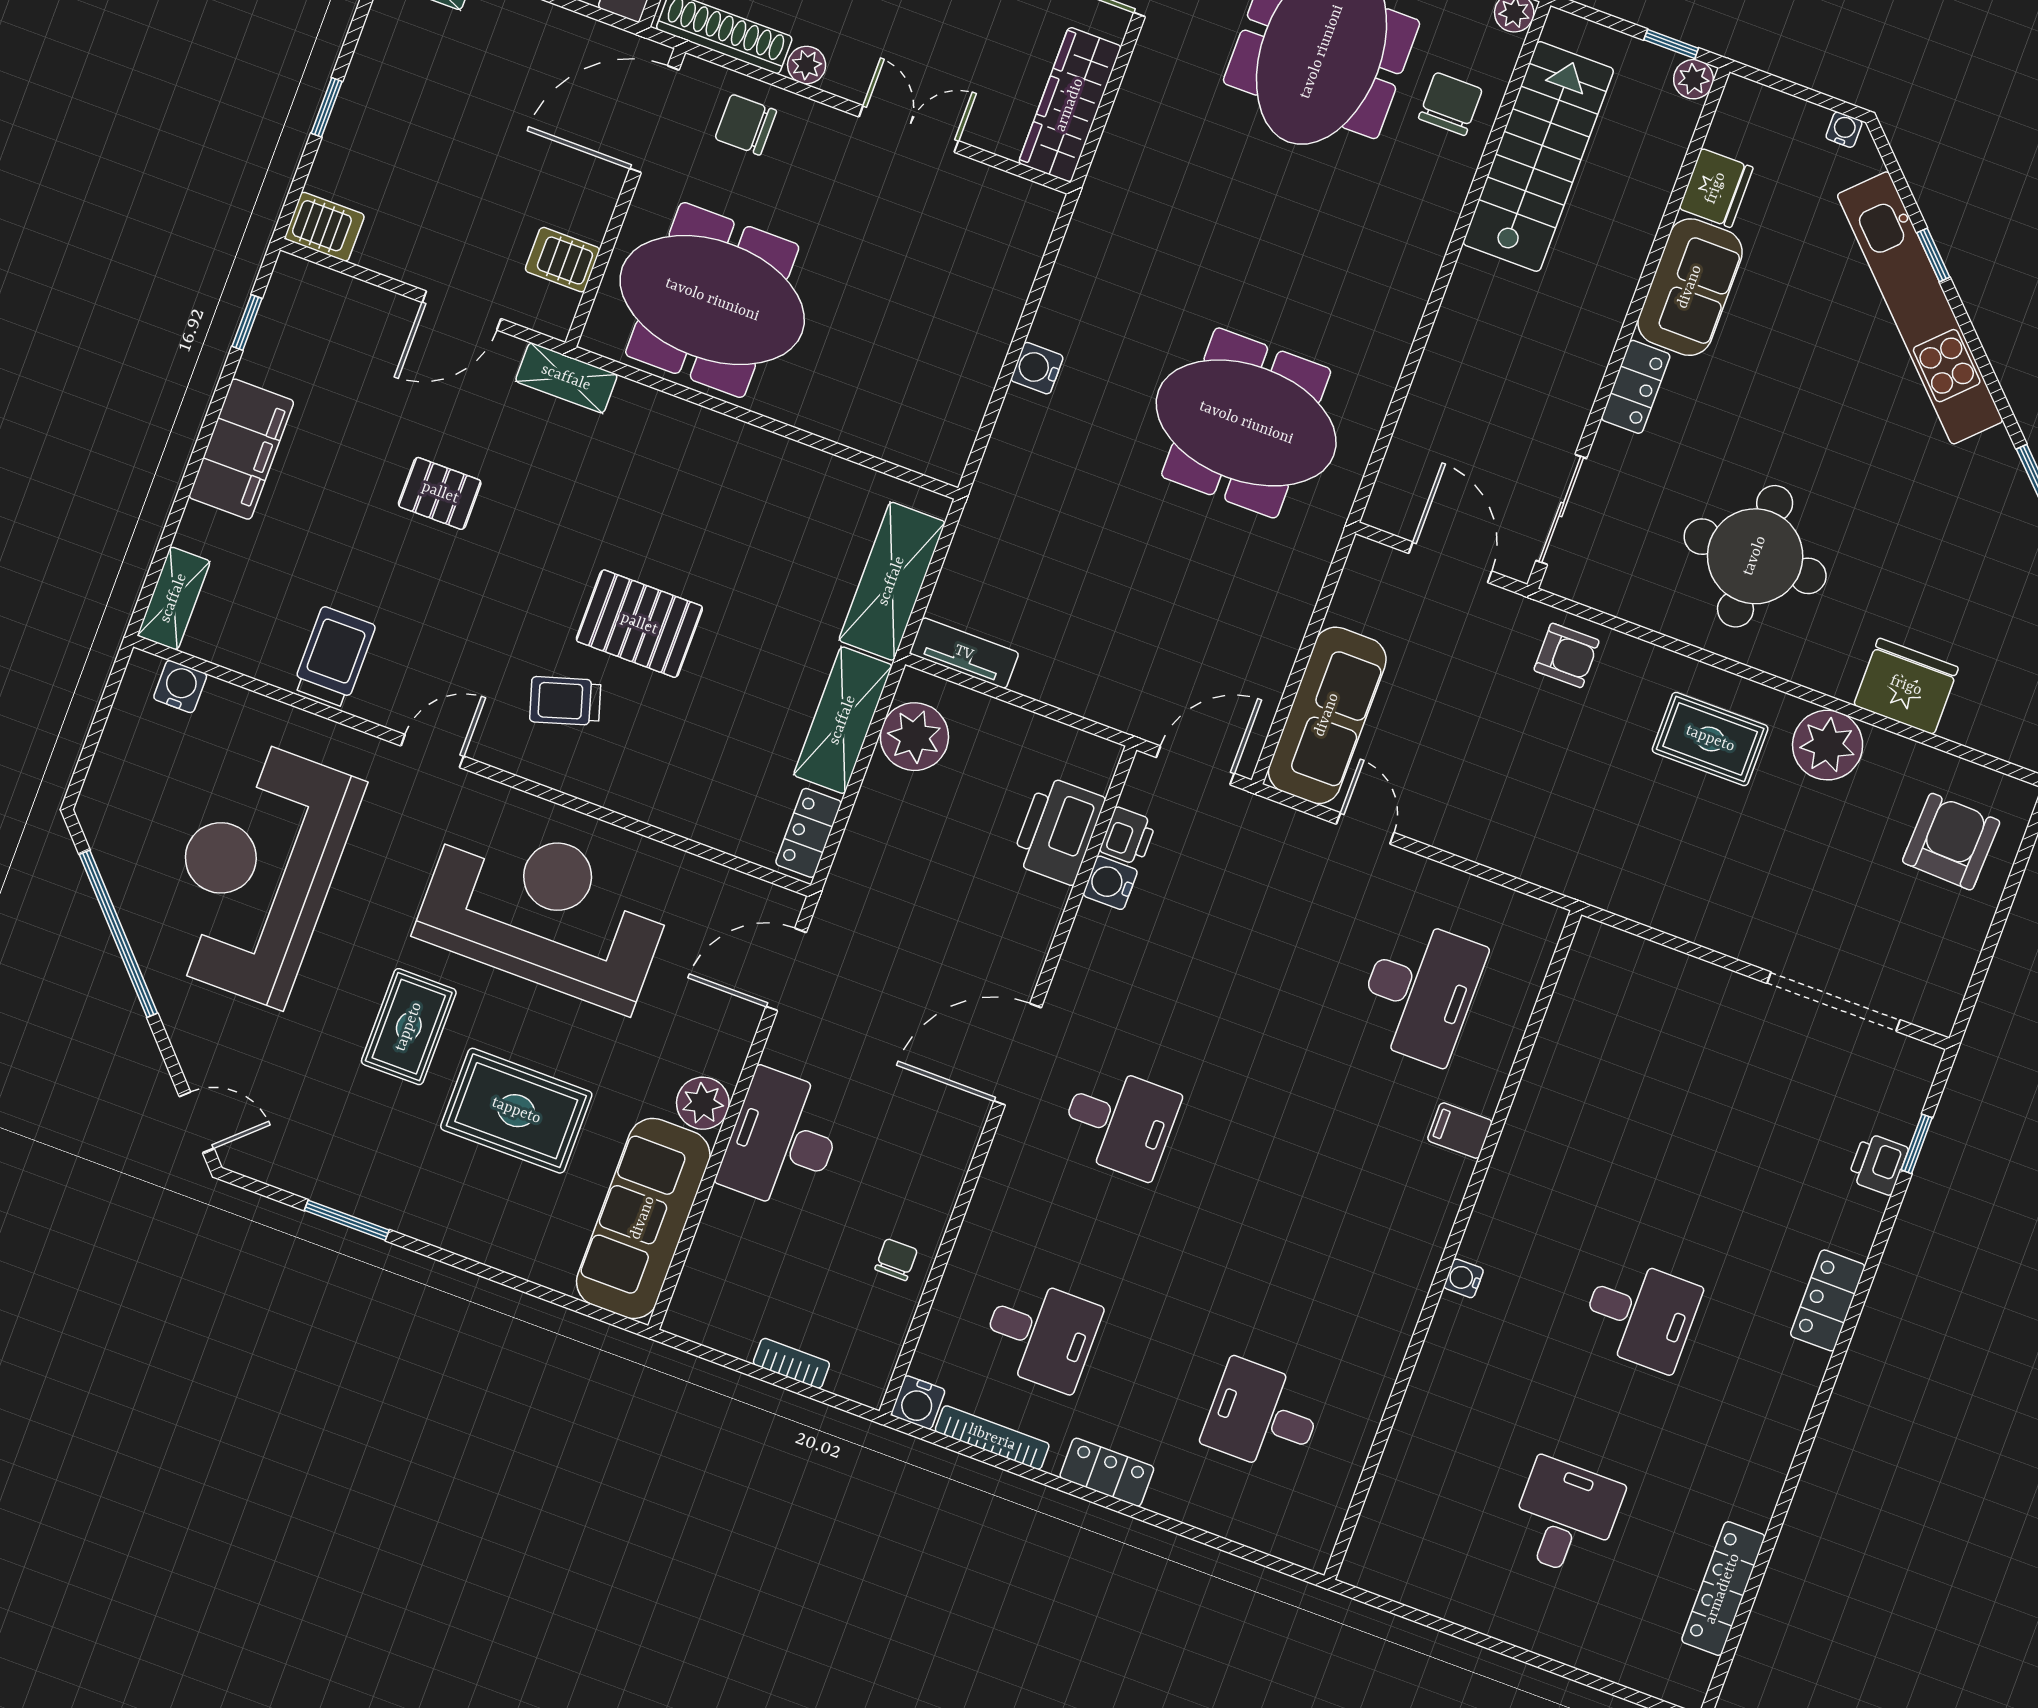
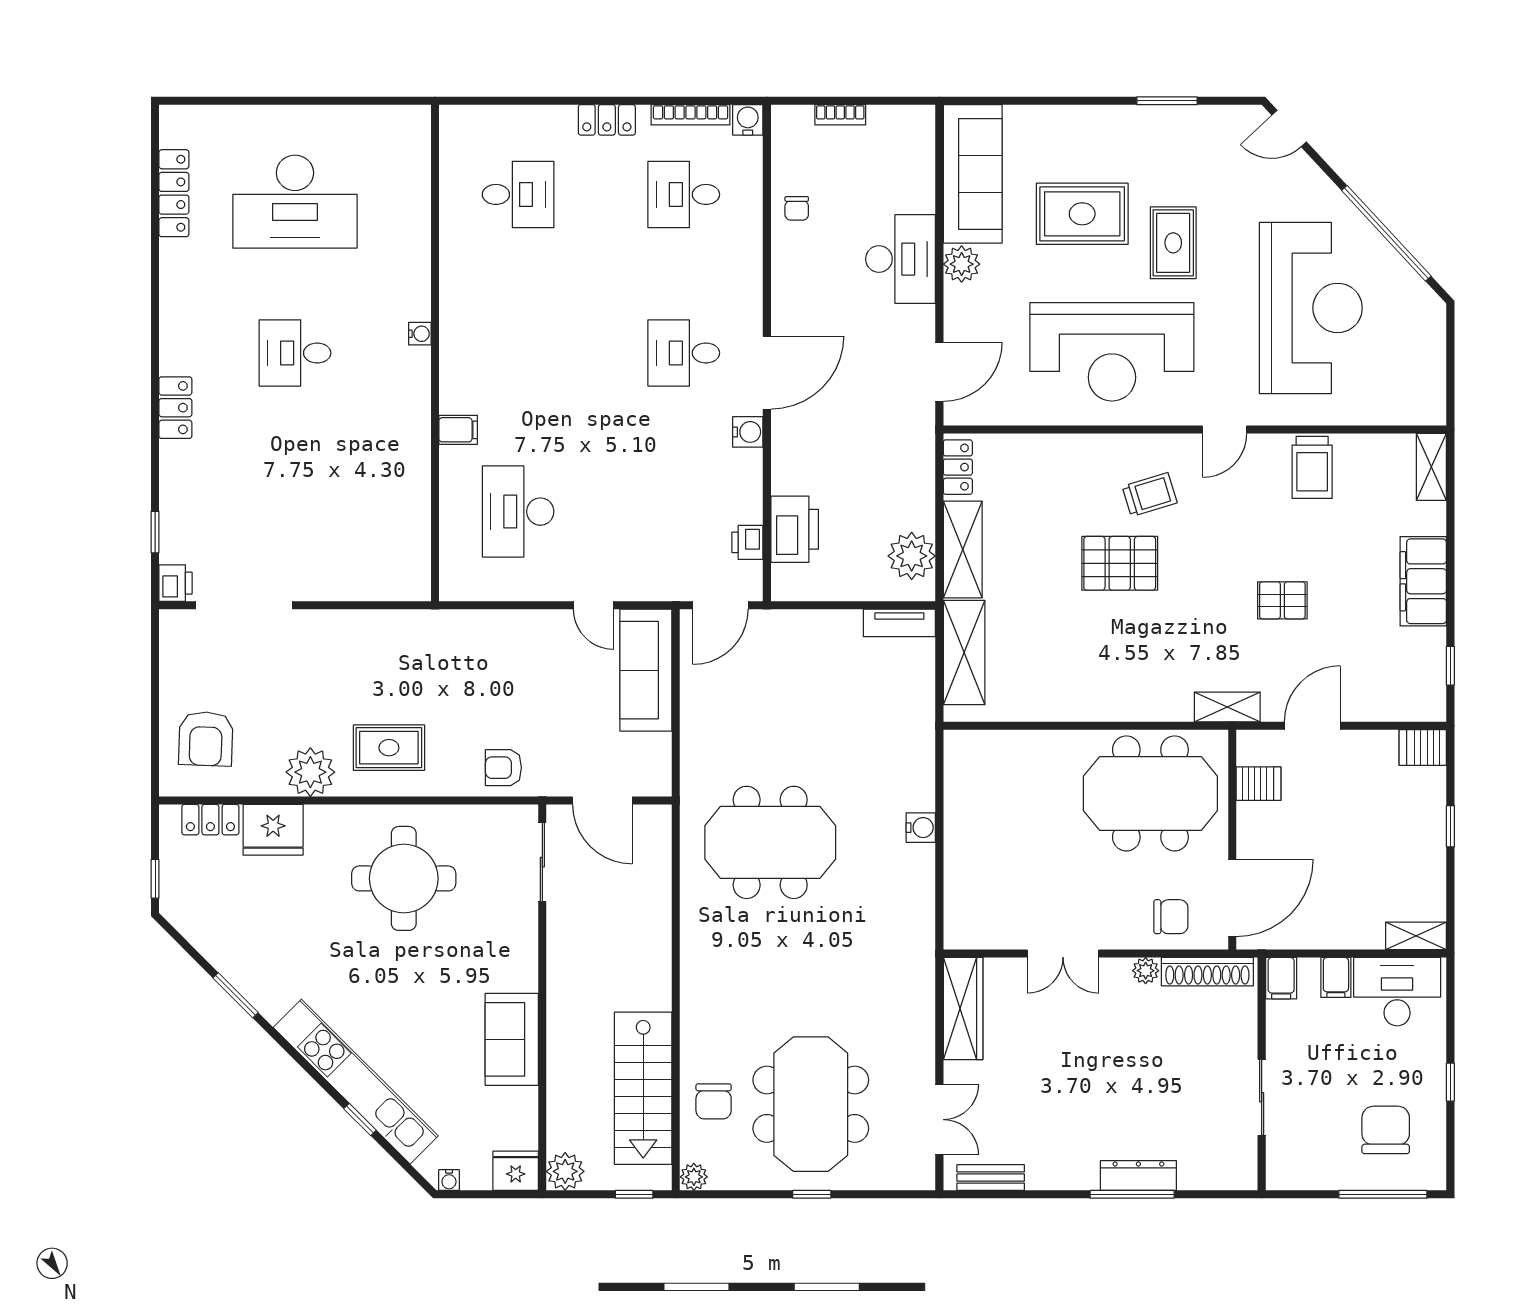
window: (1671, 44) -> (634, 1194), moved
plant: (1693, 79) -> (565, 1171), width x1.38, depth x1.38
fridge: (1716, 188) -> (516, 1171), moved, turned 90
locker: (1636, 387) -> (210, 820), moved, turned -90
water cooler: (180, 686) -> (1406, 411), removed
water cooler: (1110, 883) -> (748, 432), moved
printer: (1878, 1164) -> (175, 583), moved
desk: (1565, 1517) -> (295, 202), width x1.87, depth x1.30

